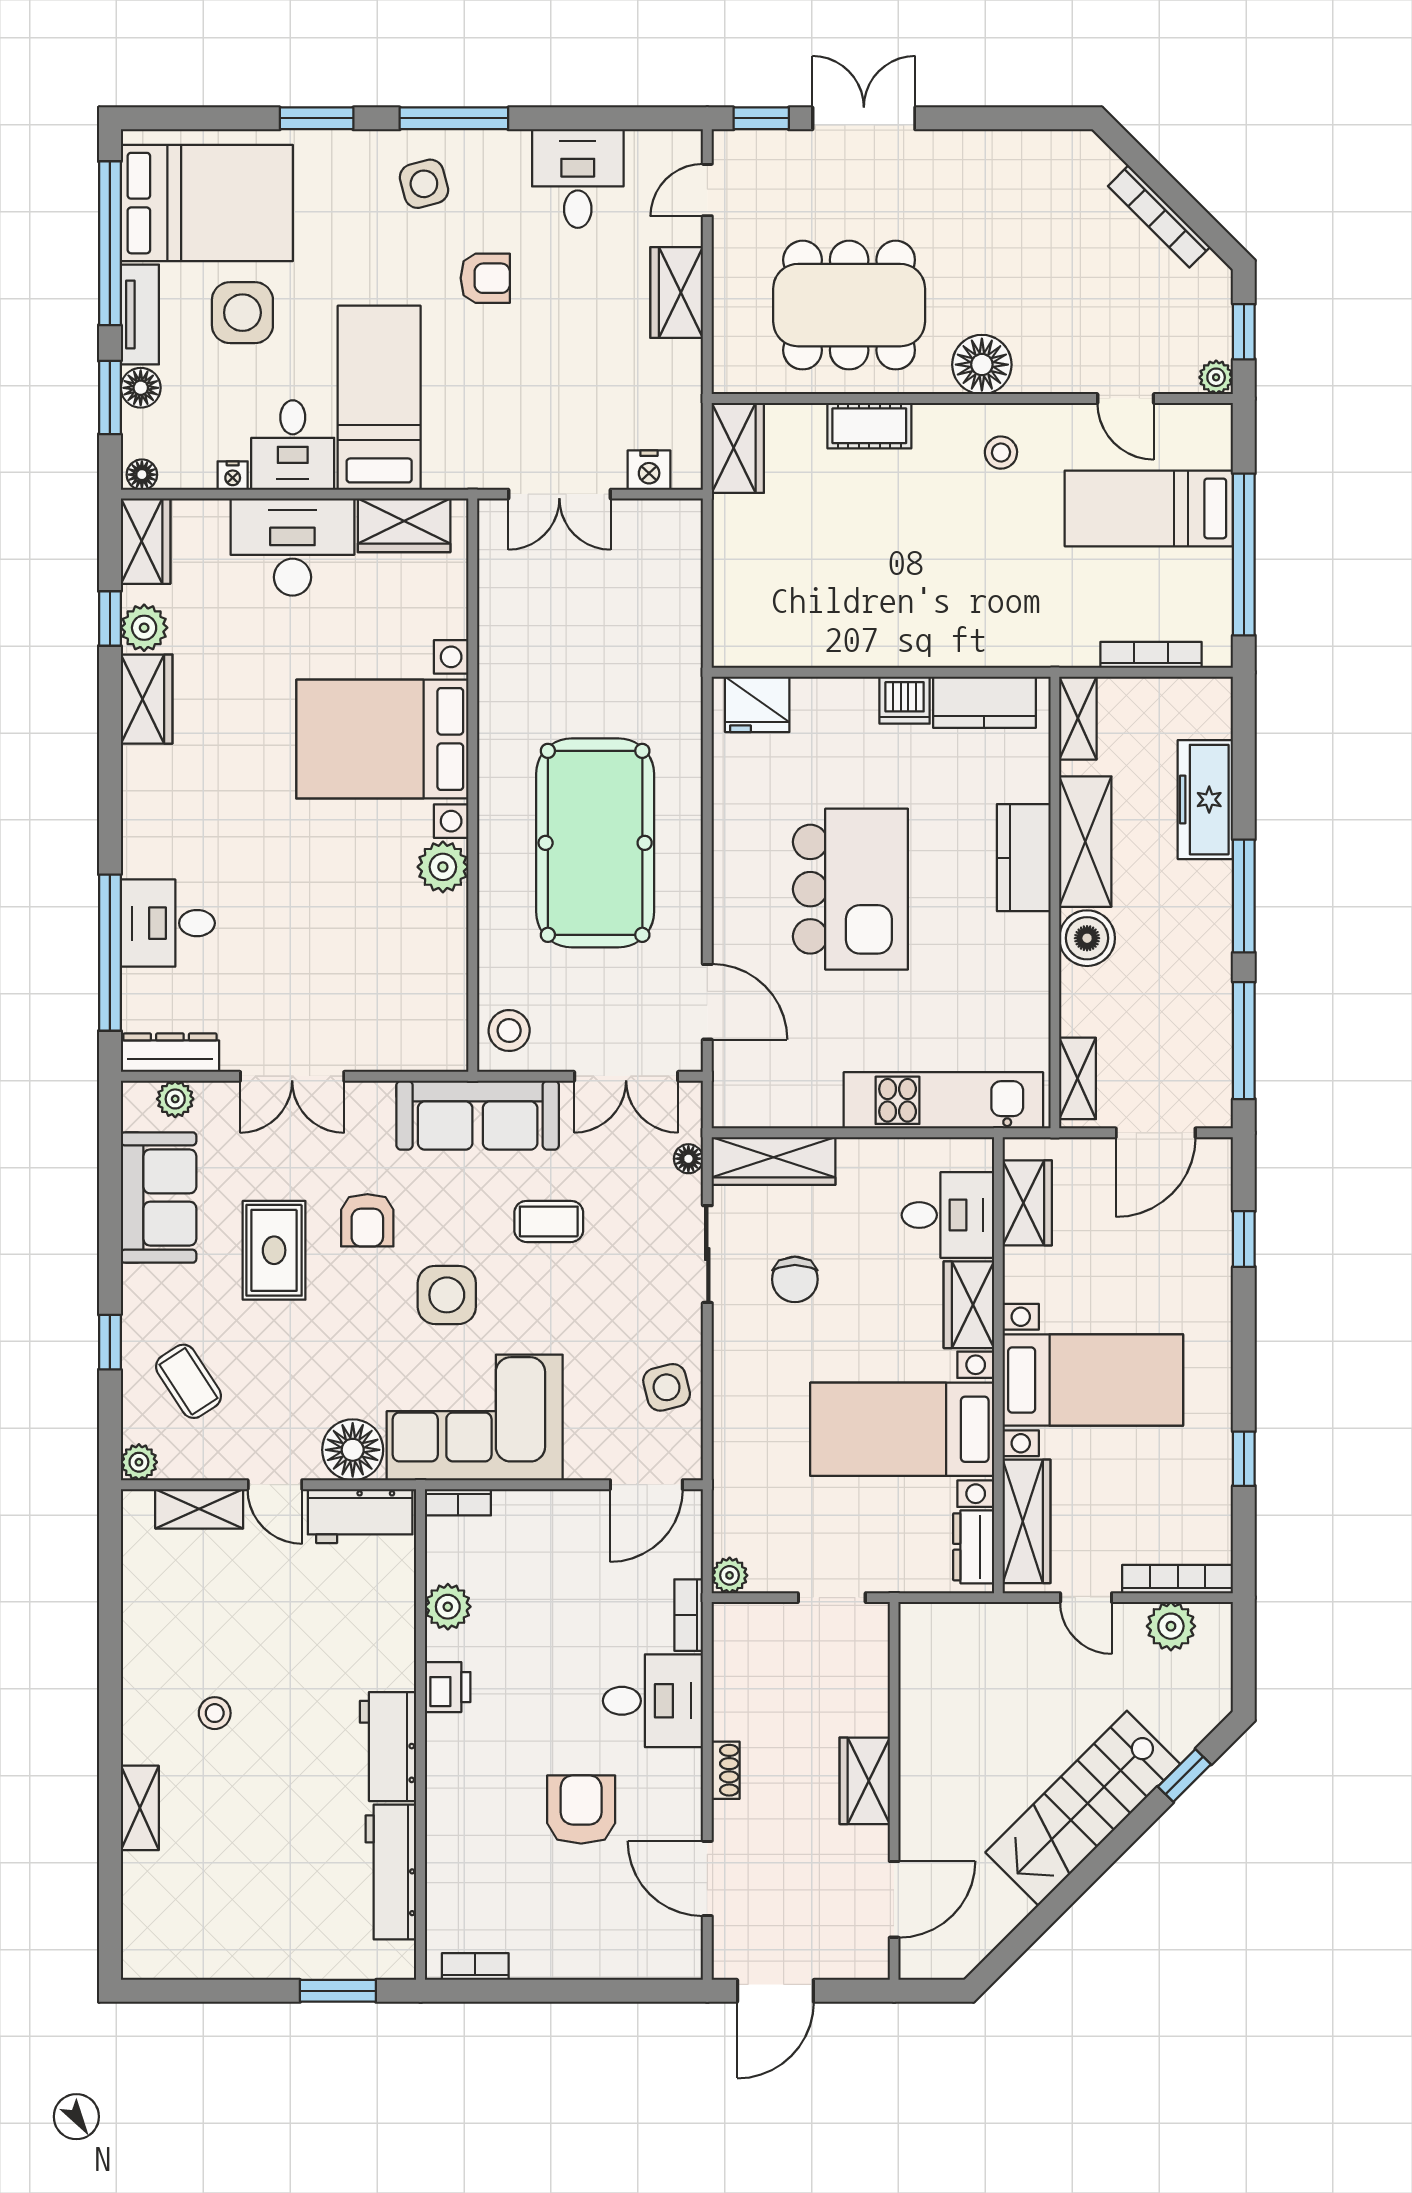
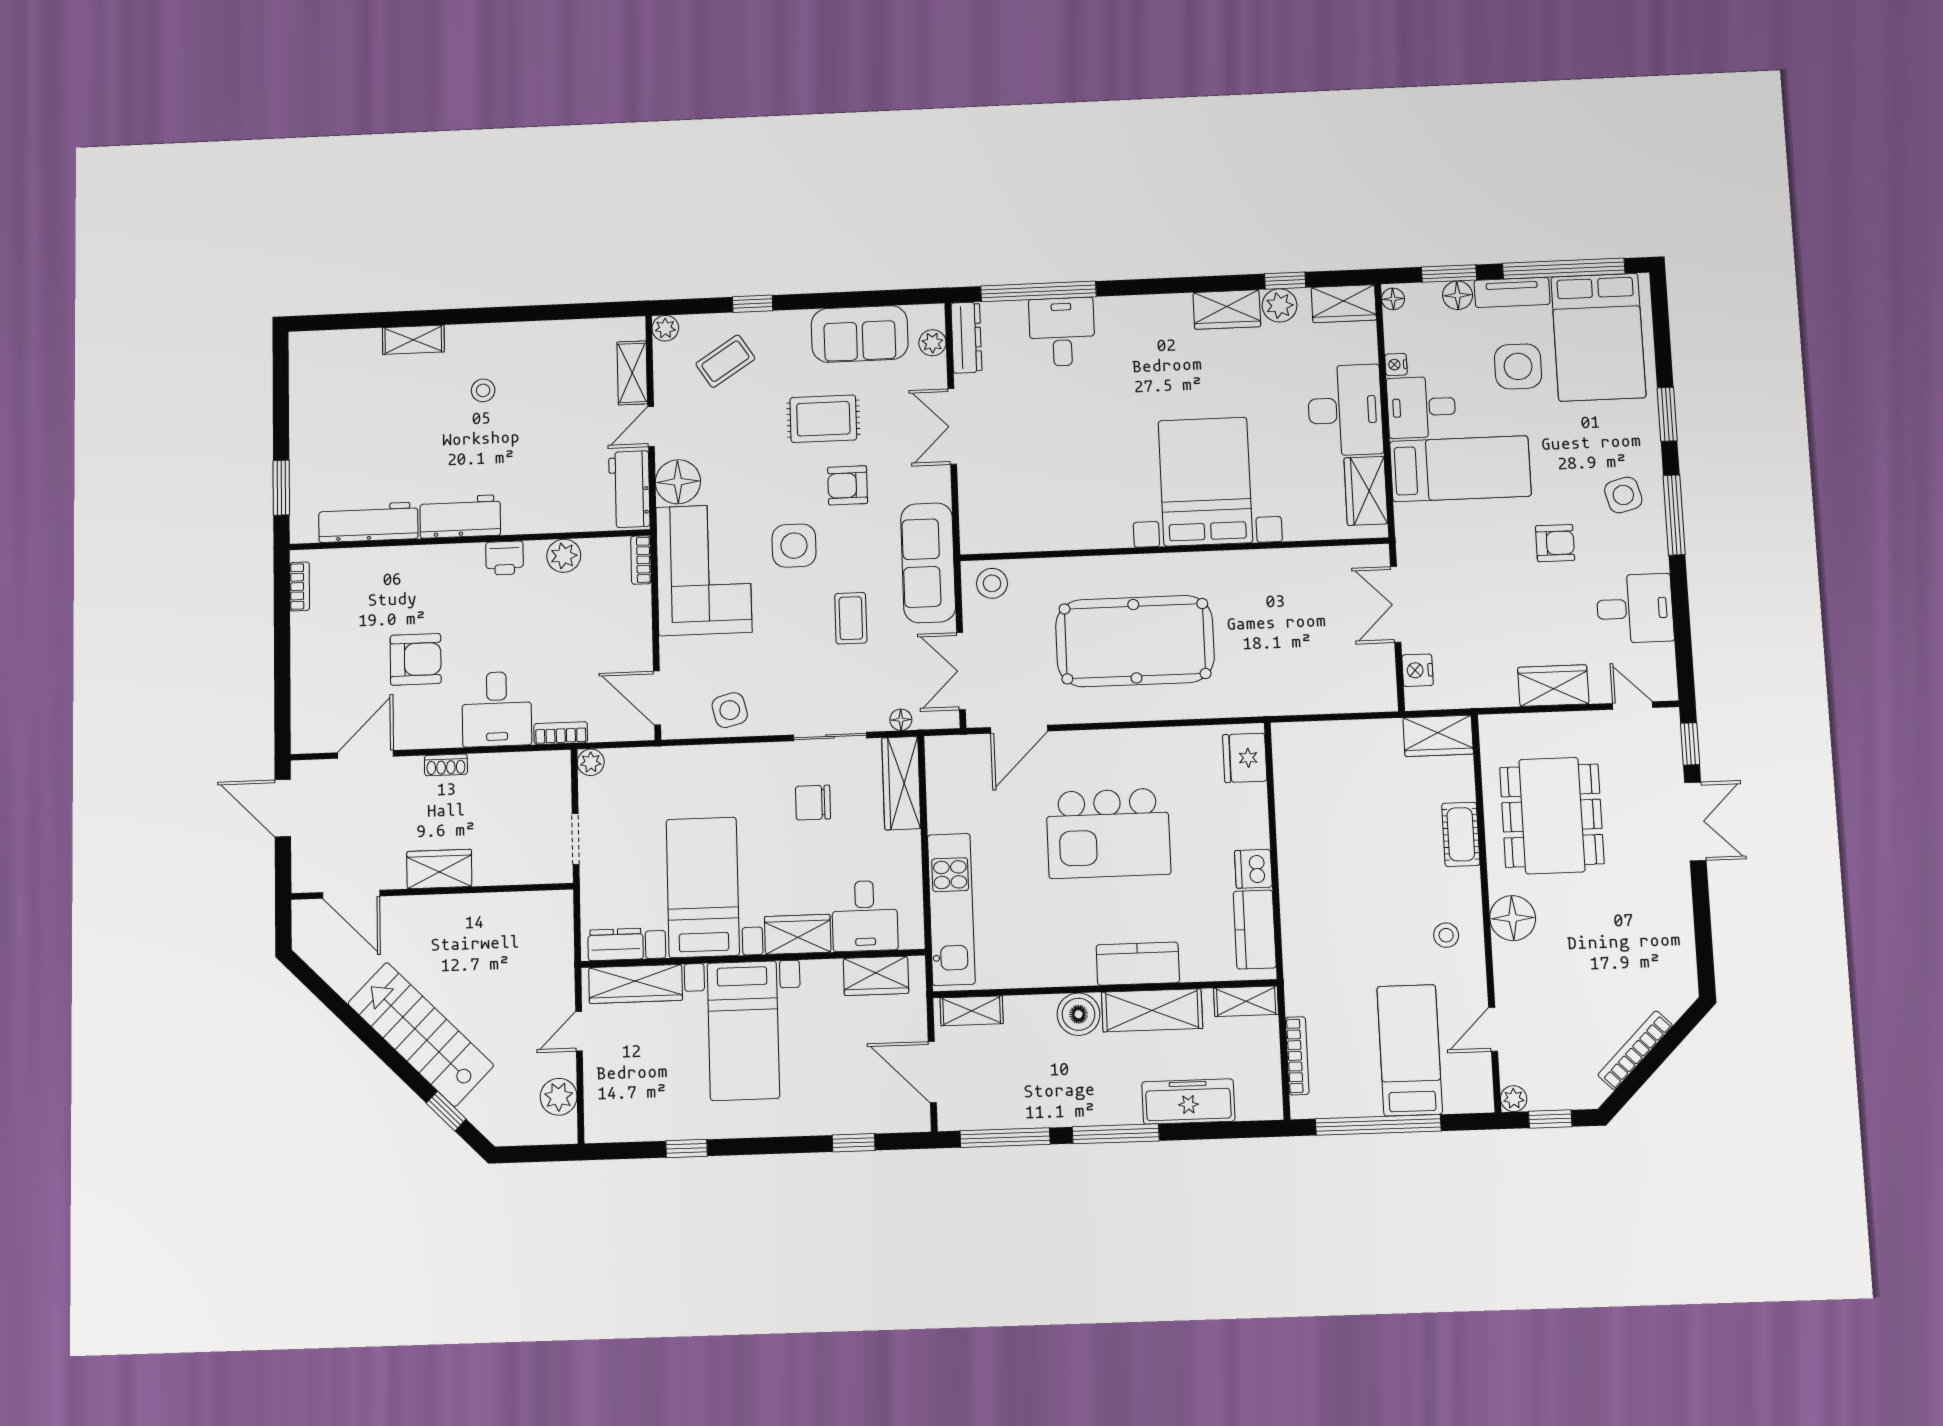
armchair: (485, 278) -> (1555, 543), turned -90
plant: (443, 867) -> (1112, 530), removed
bookcase: (1178, 1579) -> (594, 1101), removed

